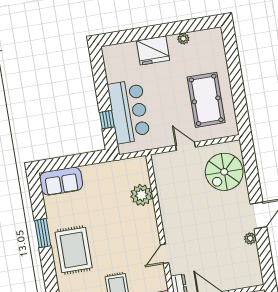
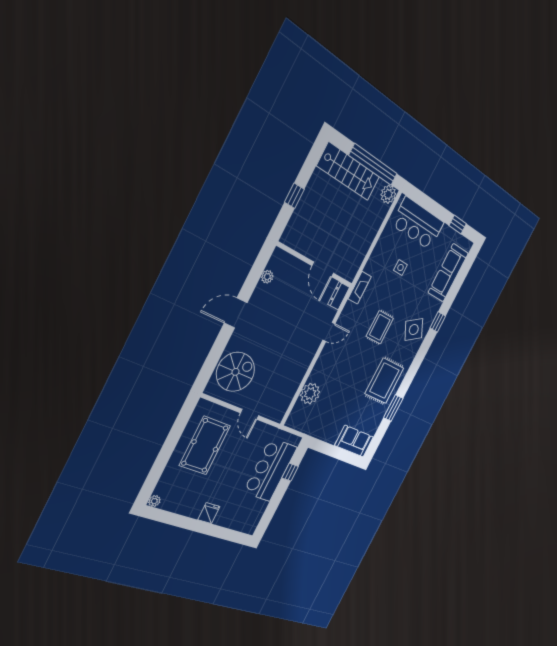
plant: (183, 39) -> (154, 501), moved
fridge: (153, 50) -> (209, 513), width x0.53, depth x0.75
plant: (250, 238) -> (267, 277), moved

